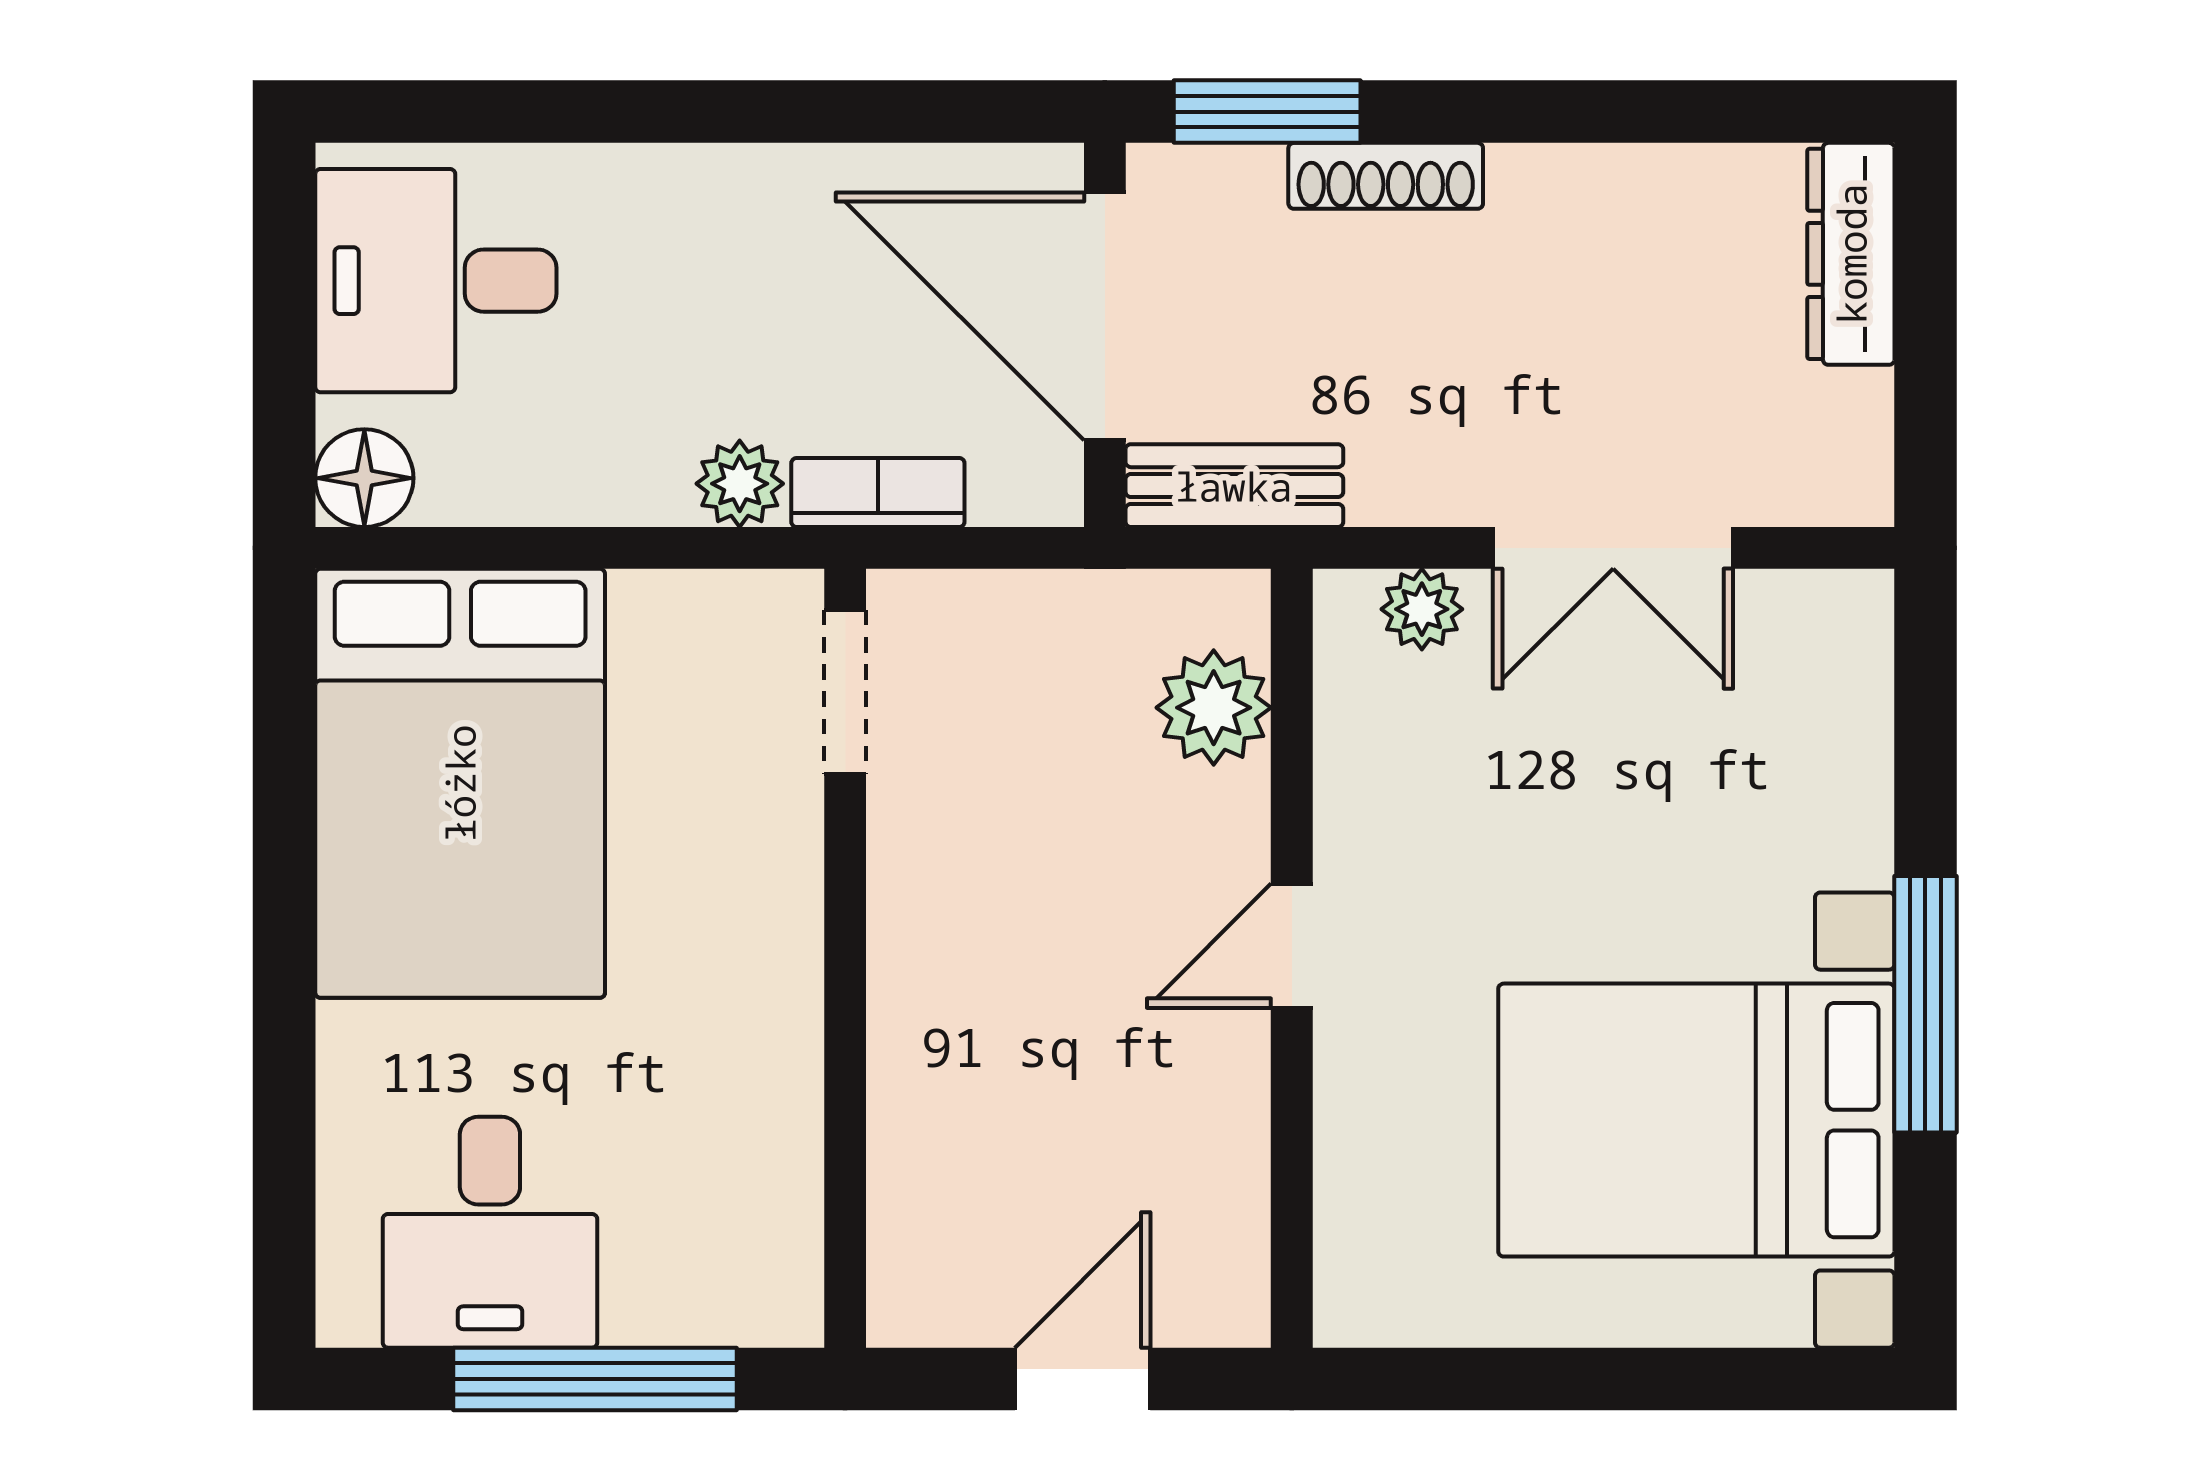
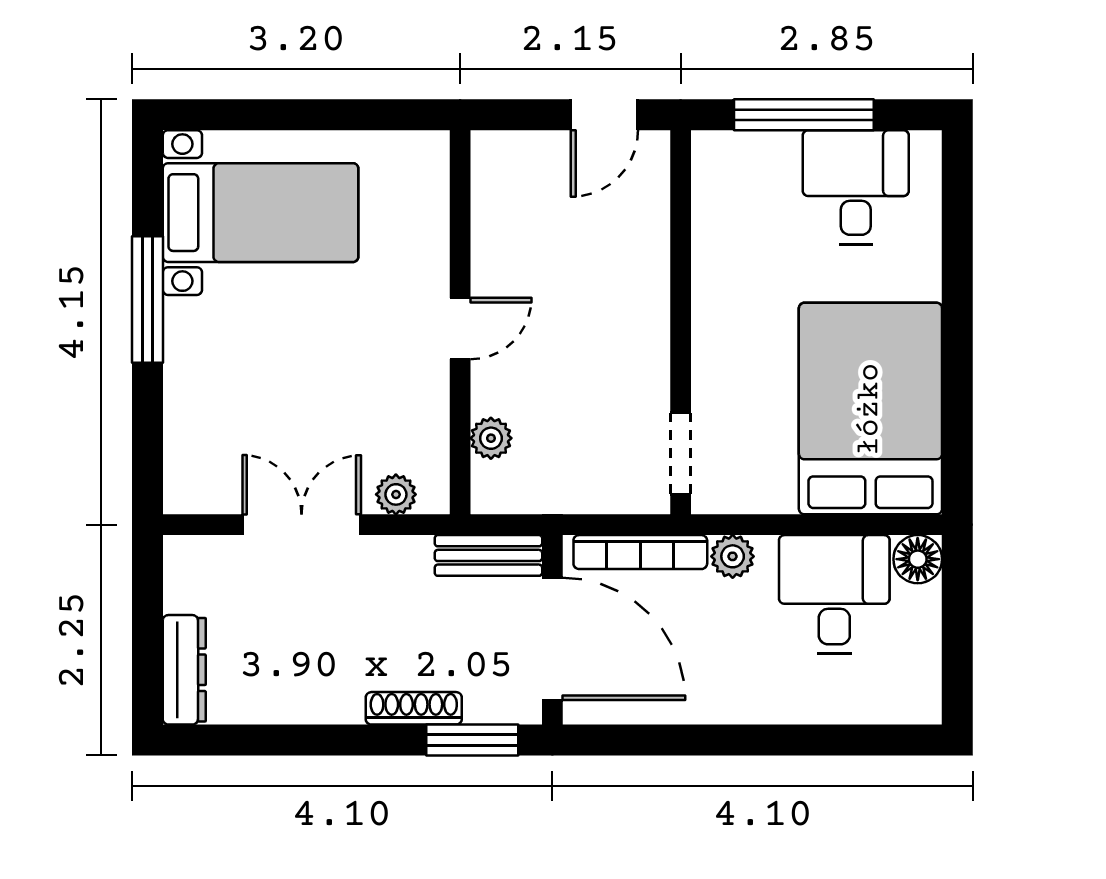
desk: (436, 281) -> (834, 594), moved, turned -90
bookcase: (878, 493) -> (640, 552), width x1.56
plant: (1214, 708) -> (491, 438), width x0.73, depth x0.73
bed with nightstands: (1696, 1120) -> (261, 213), width x0.73
door: (1083, 1379) -> (604, 115), moved

